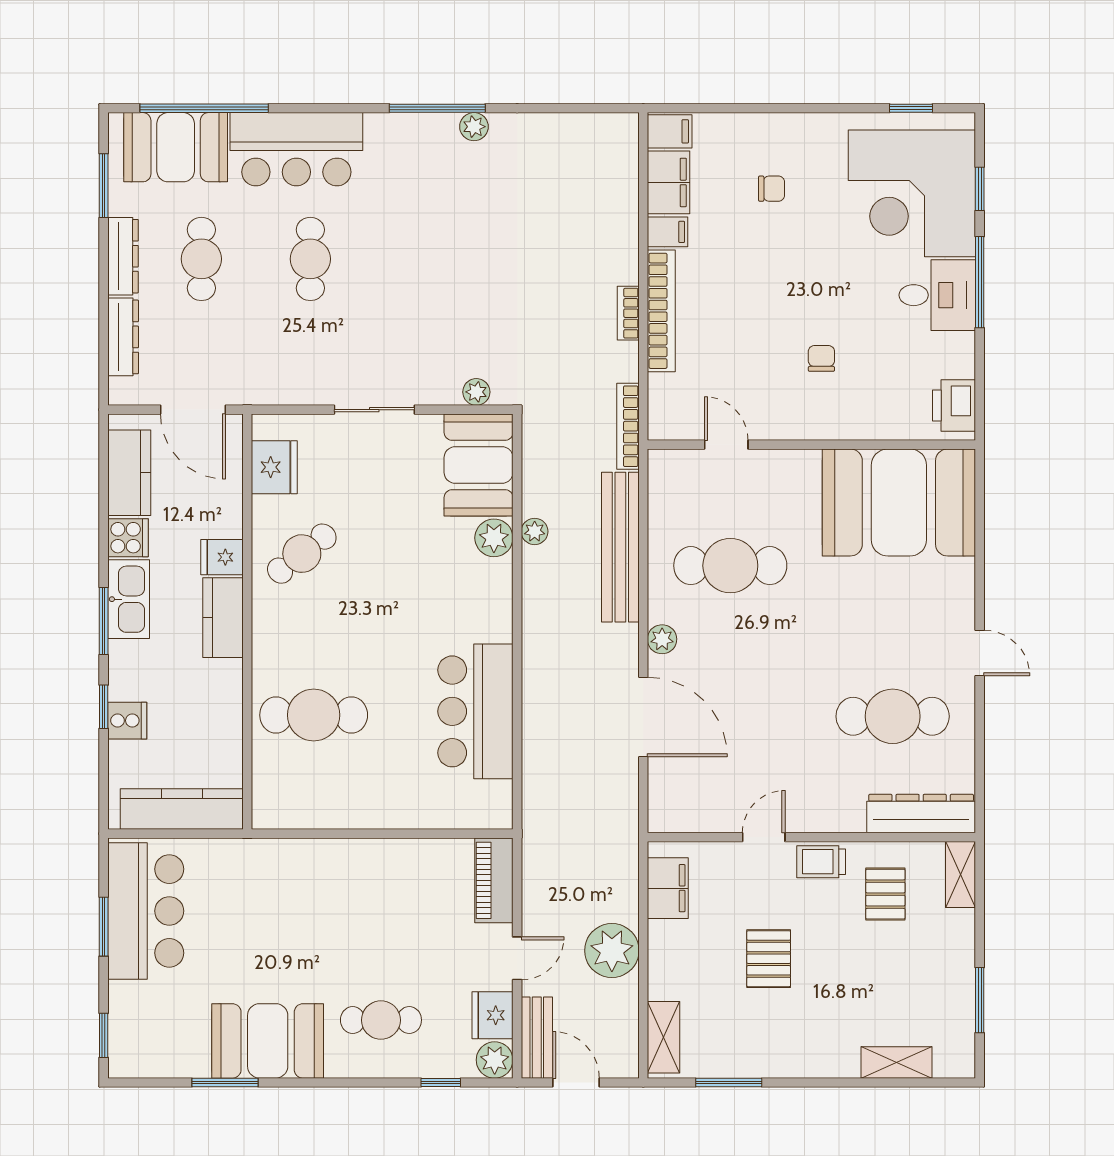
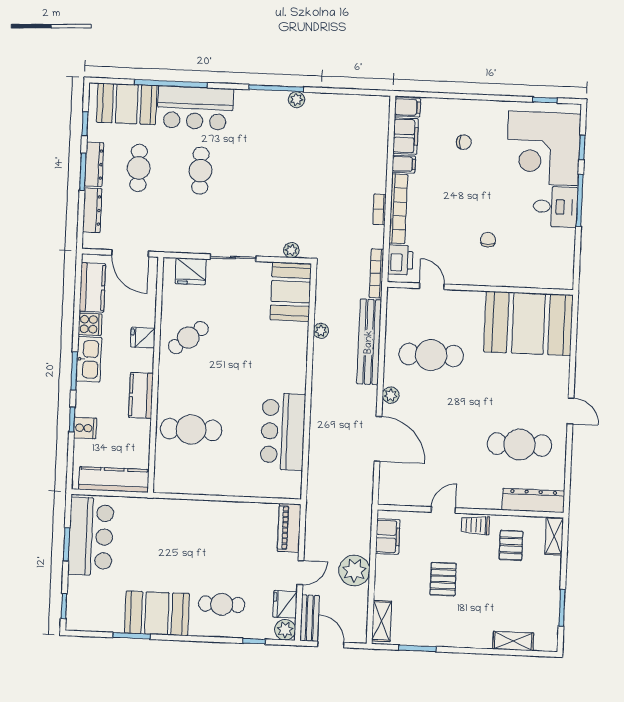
window: (204, 108) -> (171, 84), moved
window: (104, 186) -> (85, 124), width x0.67
window: (104, 270) -> (83, 172), added
printer: (954, 405) -> (400, 260), moved, turned 180
fridge: (274, 467) -> (191, 271), moved, turned 90
plant: (494, 538) -> (298, 333), removed
kitchen counter: (223, 618) -> (141, 395), moved

